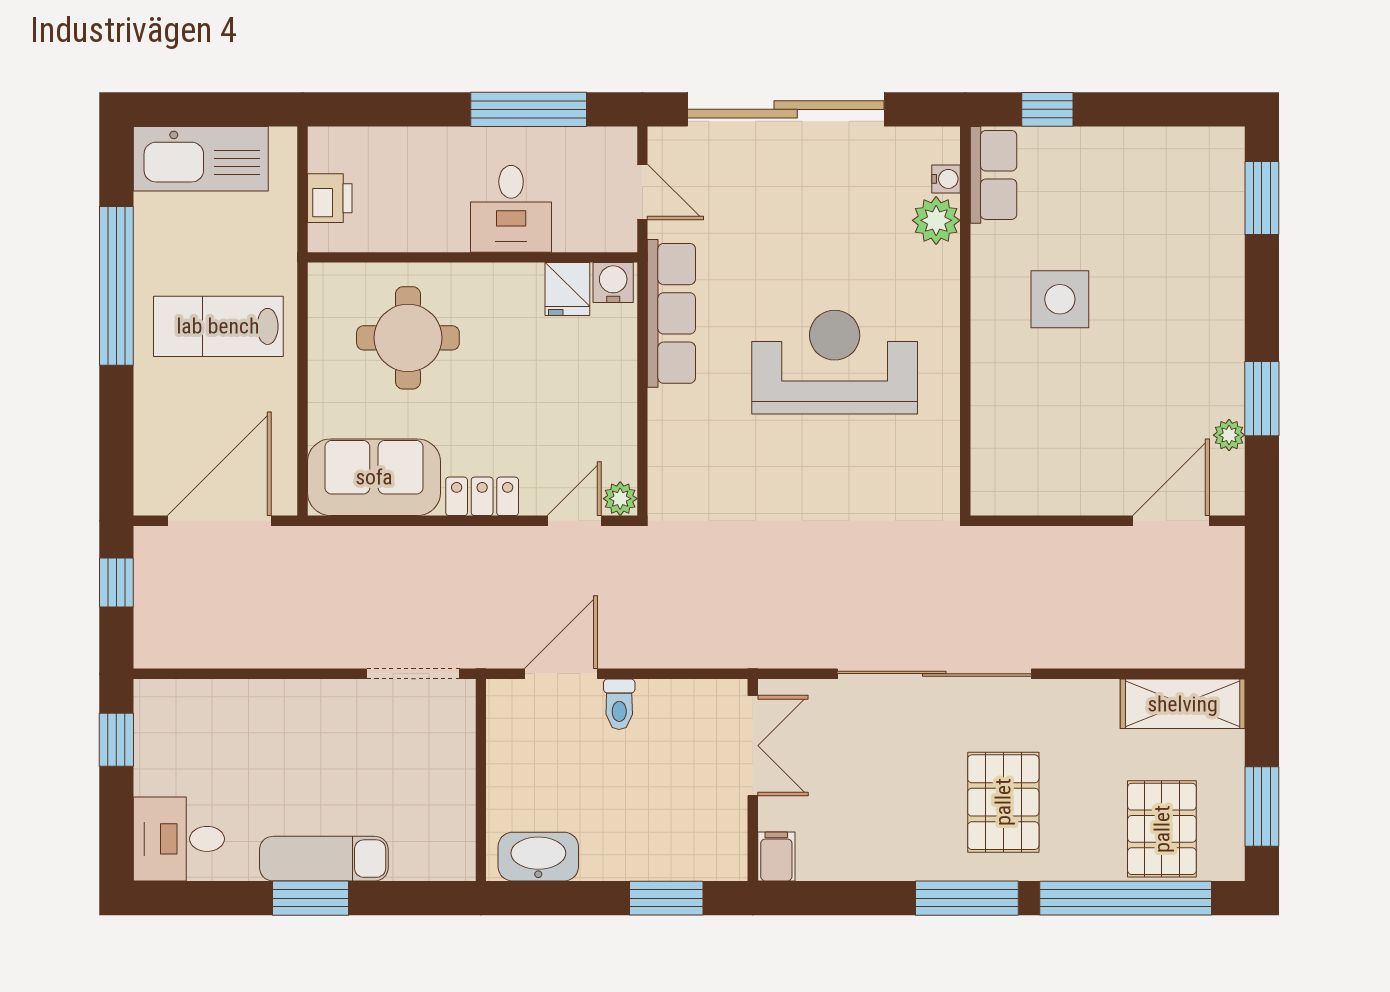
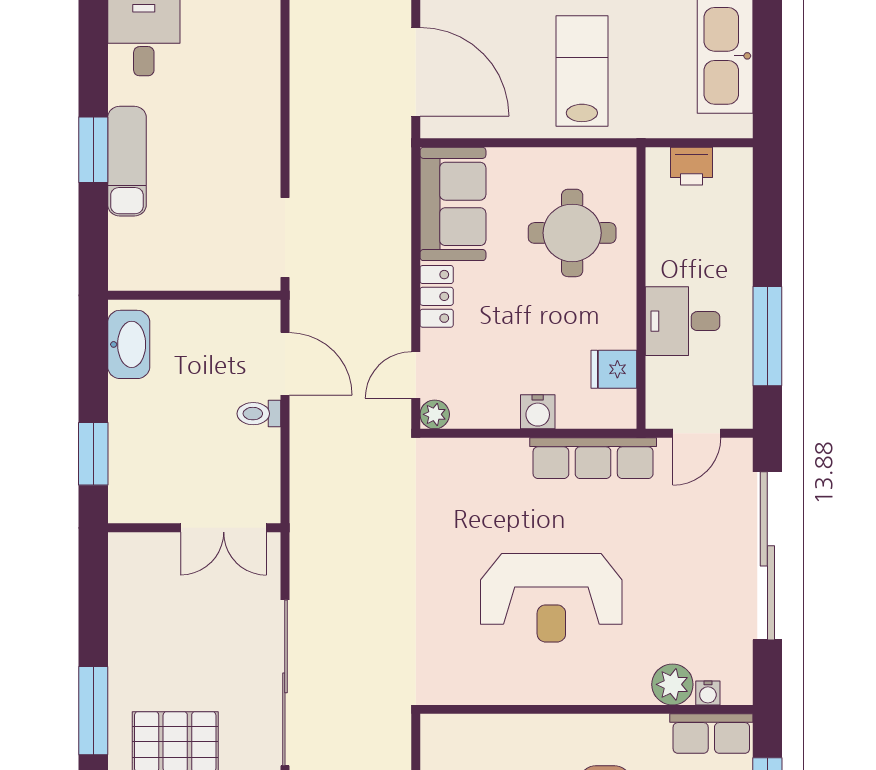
water cooler: (613, 283) -> (538, 412), moved, turned 90
reception desk: (835, 362) -> (551, 598), turned 90
door: (574, 521) -> (416, 375), swing flipped
filing cabinet: (776, 857) -> (129, 548), removed

